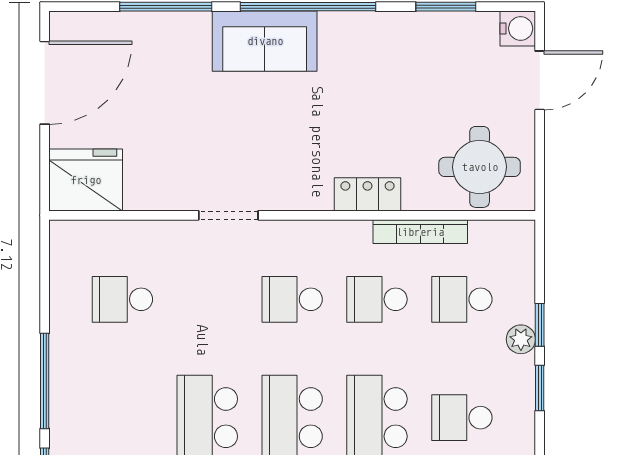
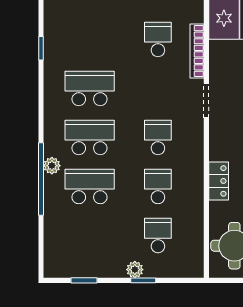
bookcase: (420, 232) -> (197, 51), moved
window: (540, 388) -> (84, 280), moved
school desk: (462, 418) -> (90, 235), removed

